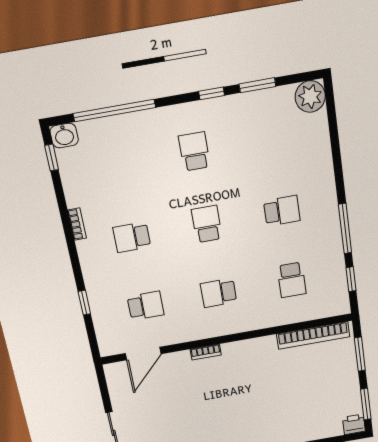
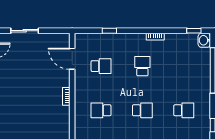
school desk: (219, 293) -> (101, 110), turned -90
school desk: (146, 306) -> (101, 66), turned -90

